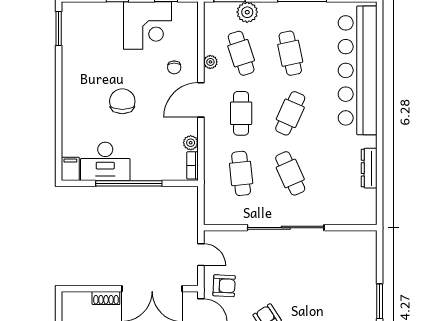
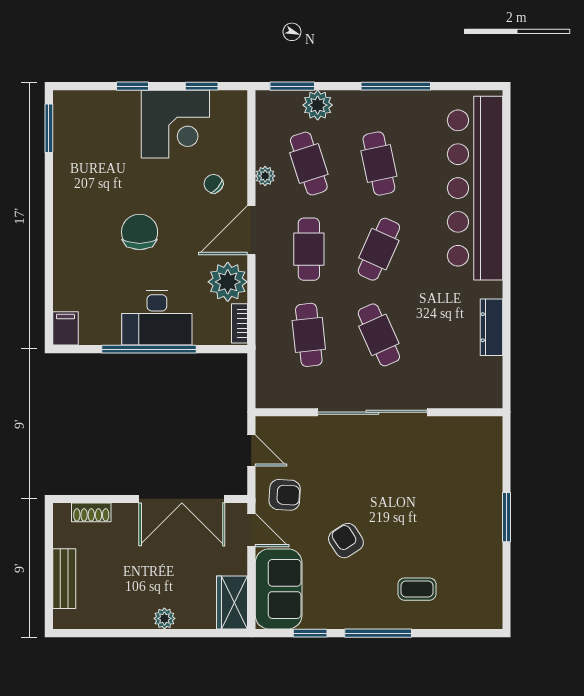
chair: (174, 67) -> (214, 184), turned 132
plant: (191, 143) -> (228, 282), width x1.87, depth x1.87
desk: (105, 161) -> (157, 318), moved
shoe rack: (106, 298) -> (91, 512), moved

